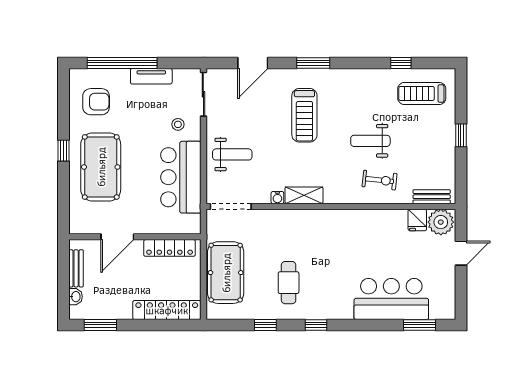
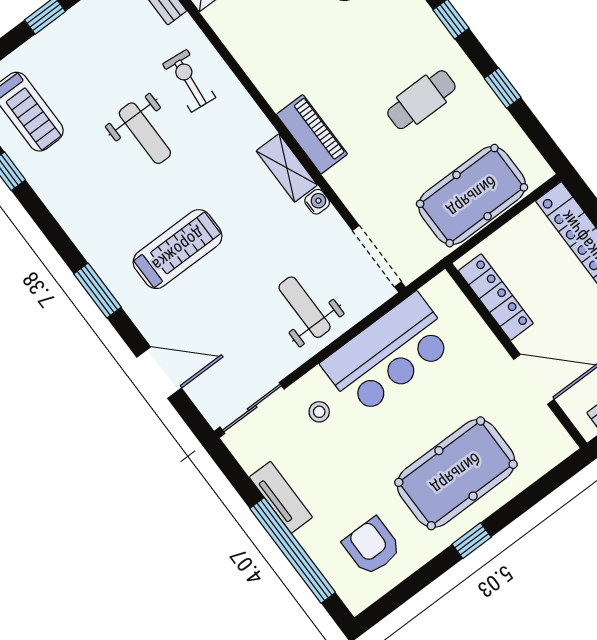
piano: (311, 219) -> (312, 134), added

